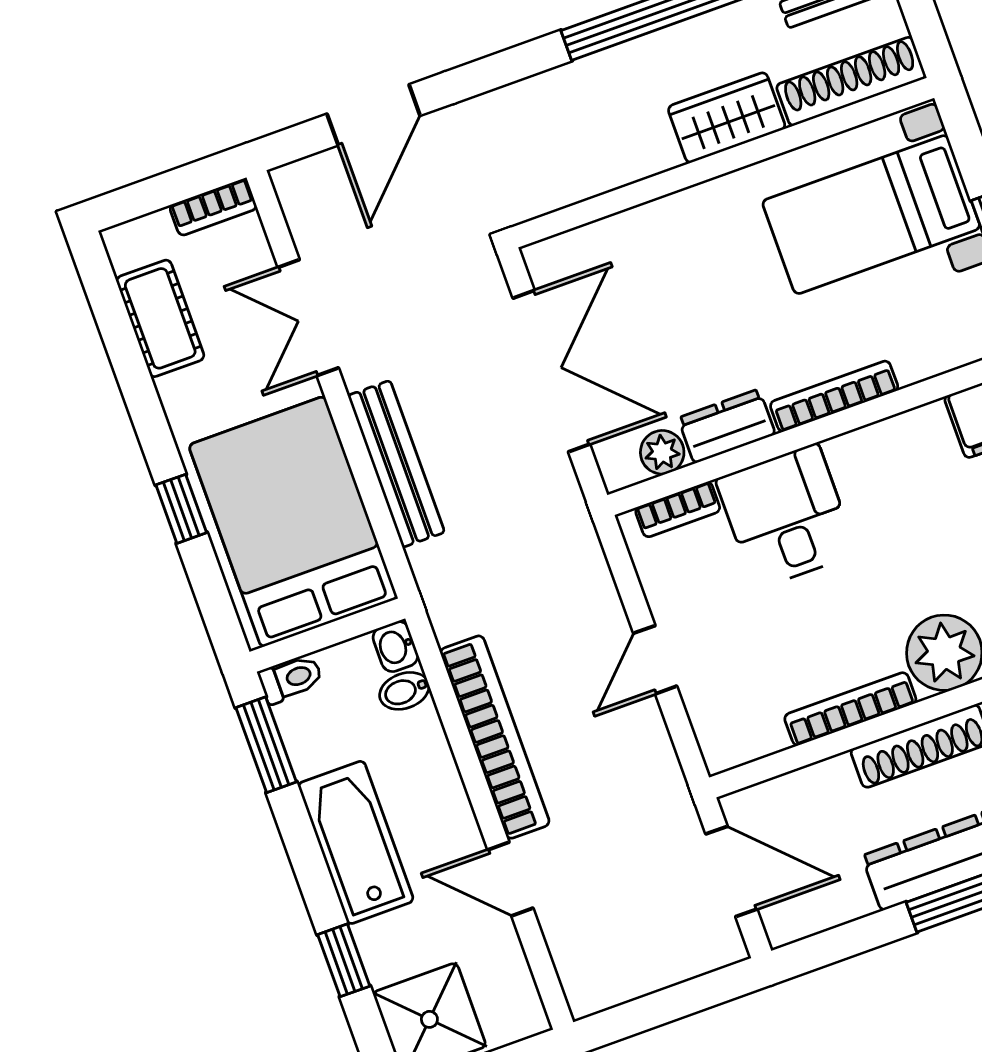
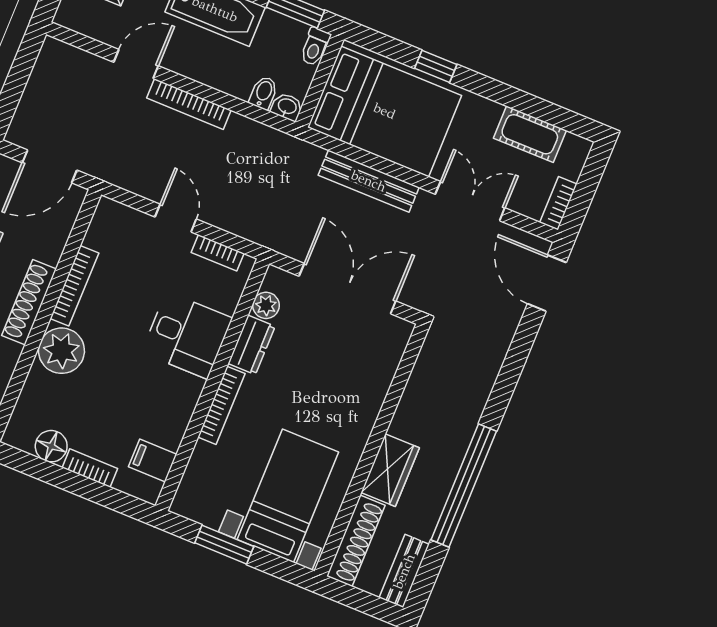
door: (374, 115) -> (547, 283), moved
double door: (551, 371) -> (347, 289), swing flipped
bookcase: (678, 509) -> (218, 253), moved, turned -90
bookcase: (495, 737) -> (189, 104), width x0.68, depth x0.76

